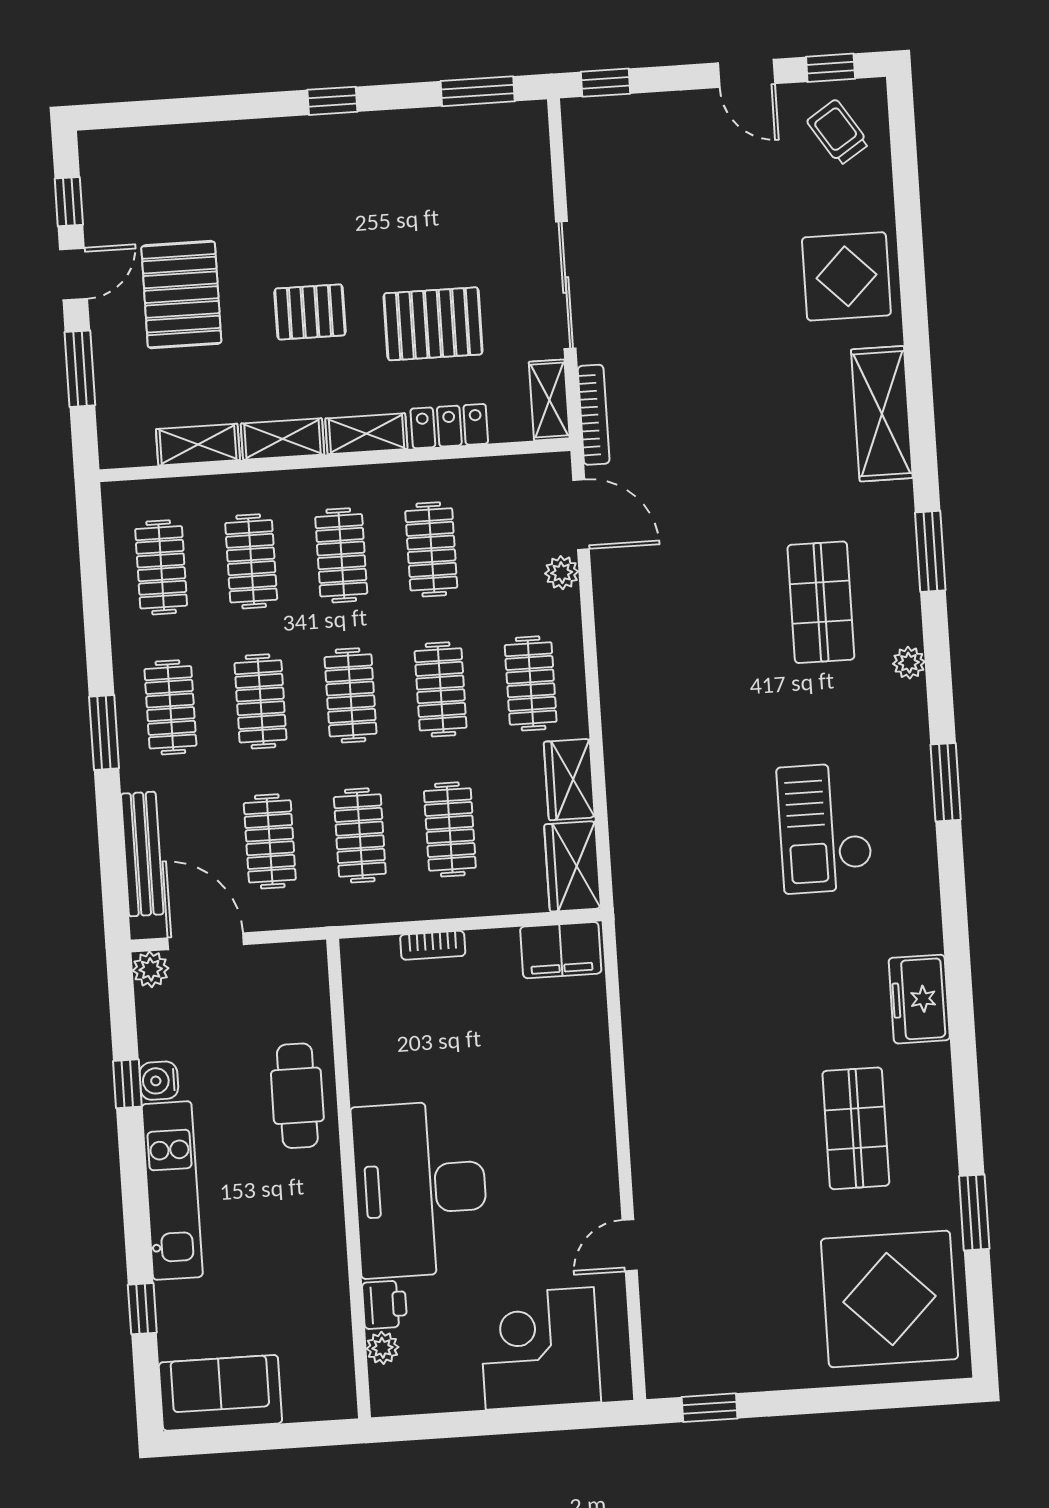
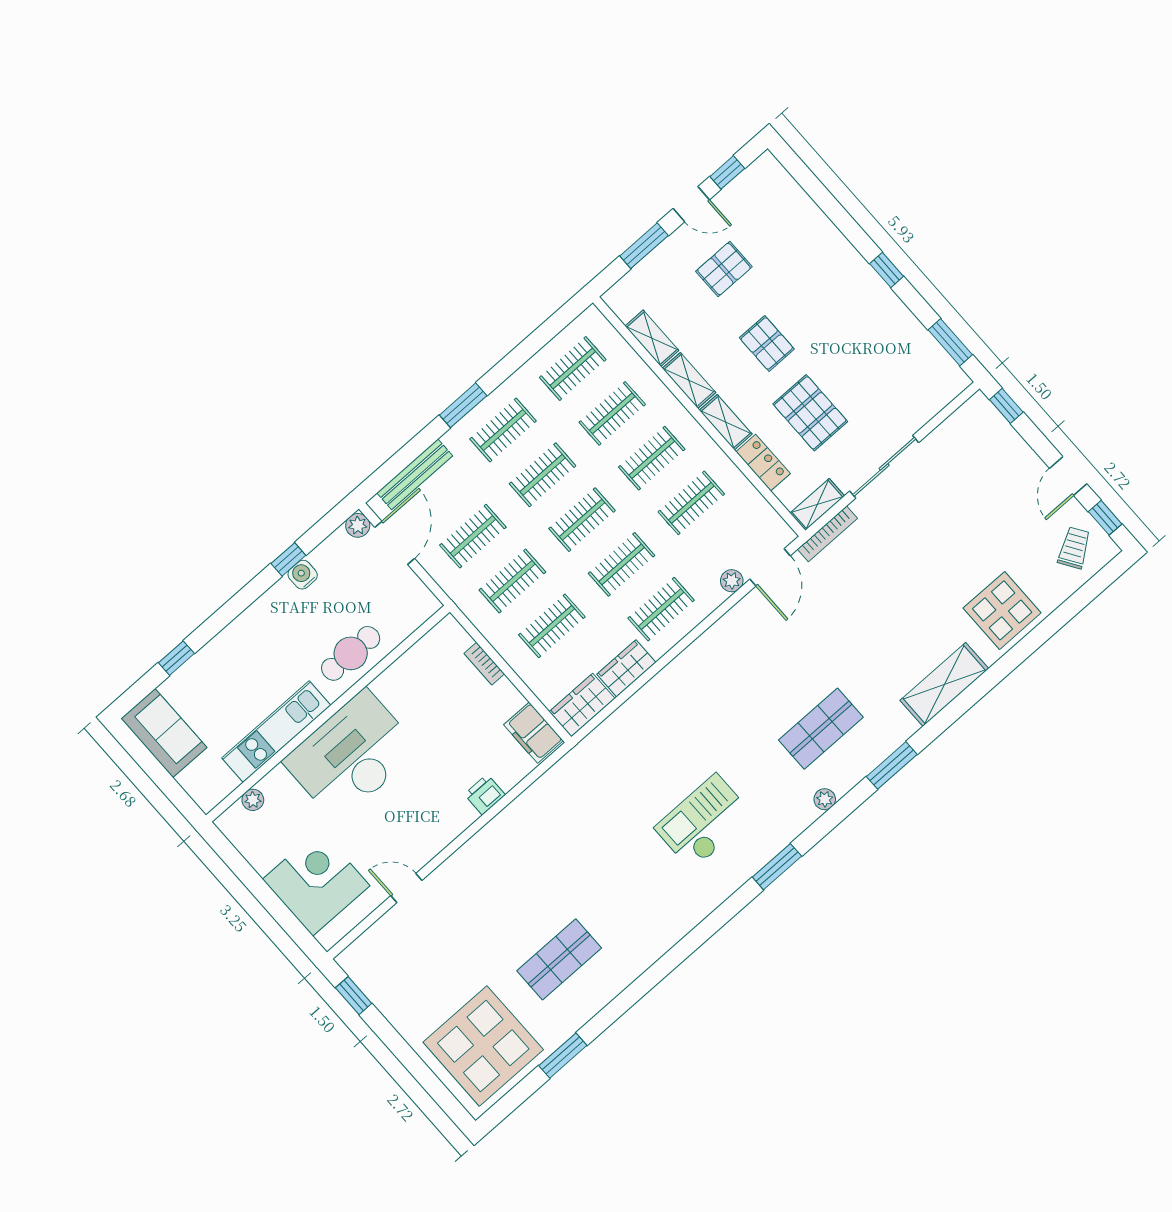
pallet: (181, 295) -> (724, 269), width x0.67, depth x0.71
freezer: (919, 999) -> (653, 940), removed
kitchen unit: (172, 1191) -> (276, 732), moved, turned 180
printer: (385, 1305) -> (485, 795), moved, turned 180

